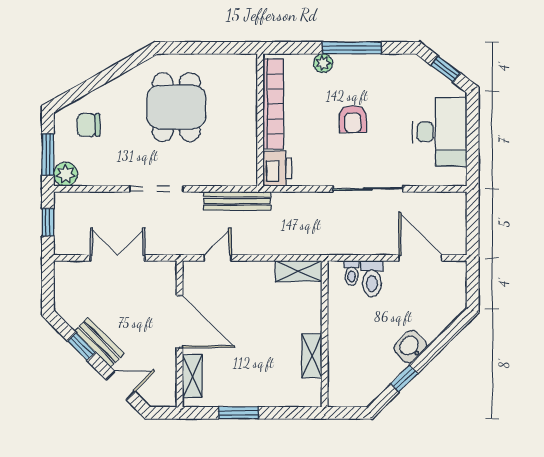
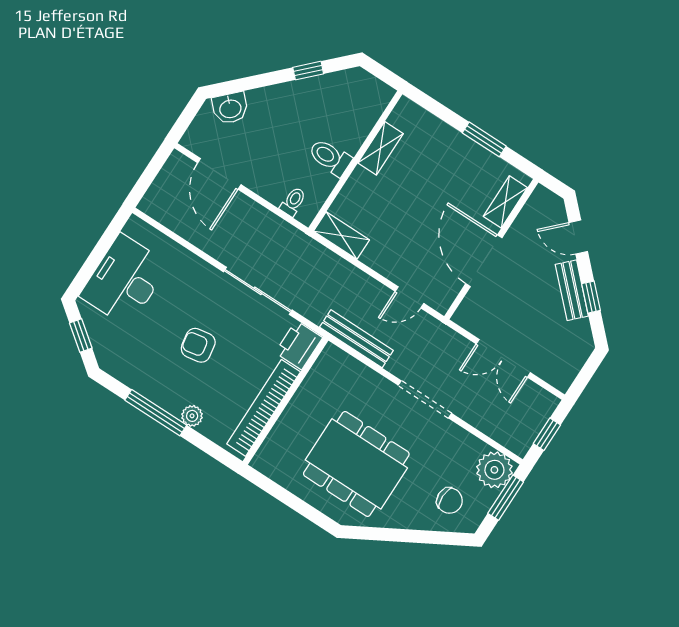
dining table: (176, 107) -> (356, 464), width x1.38
armchair: (353, 119) -> (198, 345), turned -100
plant: (66, 174) -> (494, 470), width x1.36, depth x1.36
sliding door: (368, 189) -> (258, 291), moved
toilet: (372, 279) -> (330, 157), moved, turned -90
washbasin: (410, 347) -> (230, 108), moved

